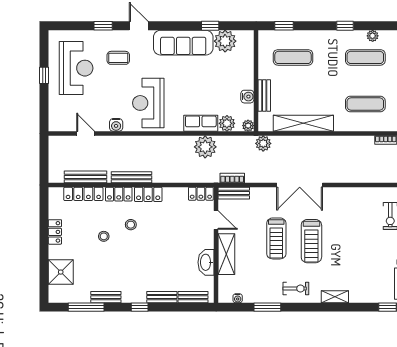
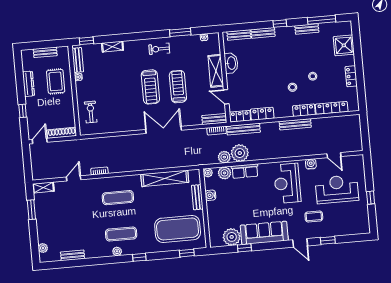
exercise mat: (293, 57) -> (178, 229), width x2.00, depth x1.45
reception desk: (76, 68) -> (337, 189), moved, turned 90
reception desk: (148, 103) -> (287, 183), turned 180
plant: (263, 143) -> (224, 157), moved
bench: (86, 177) -> (243, 129), moved
locker: (148, 194) -> (262, 114), moved
treadmill: (311, 241) -> (150, 87), turned 180
shelving: (335, 297) -> (113, 47), moved

